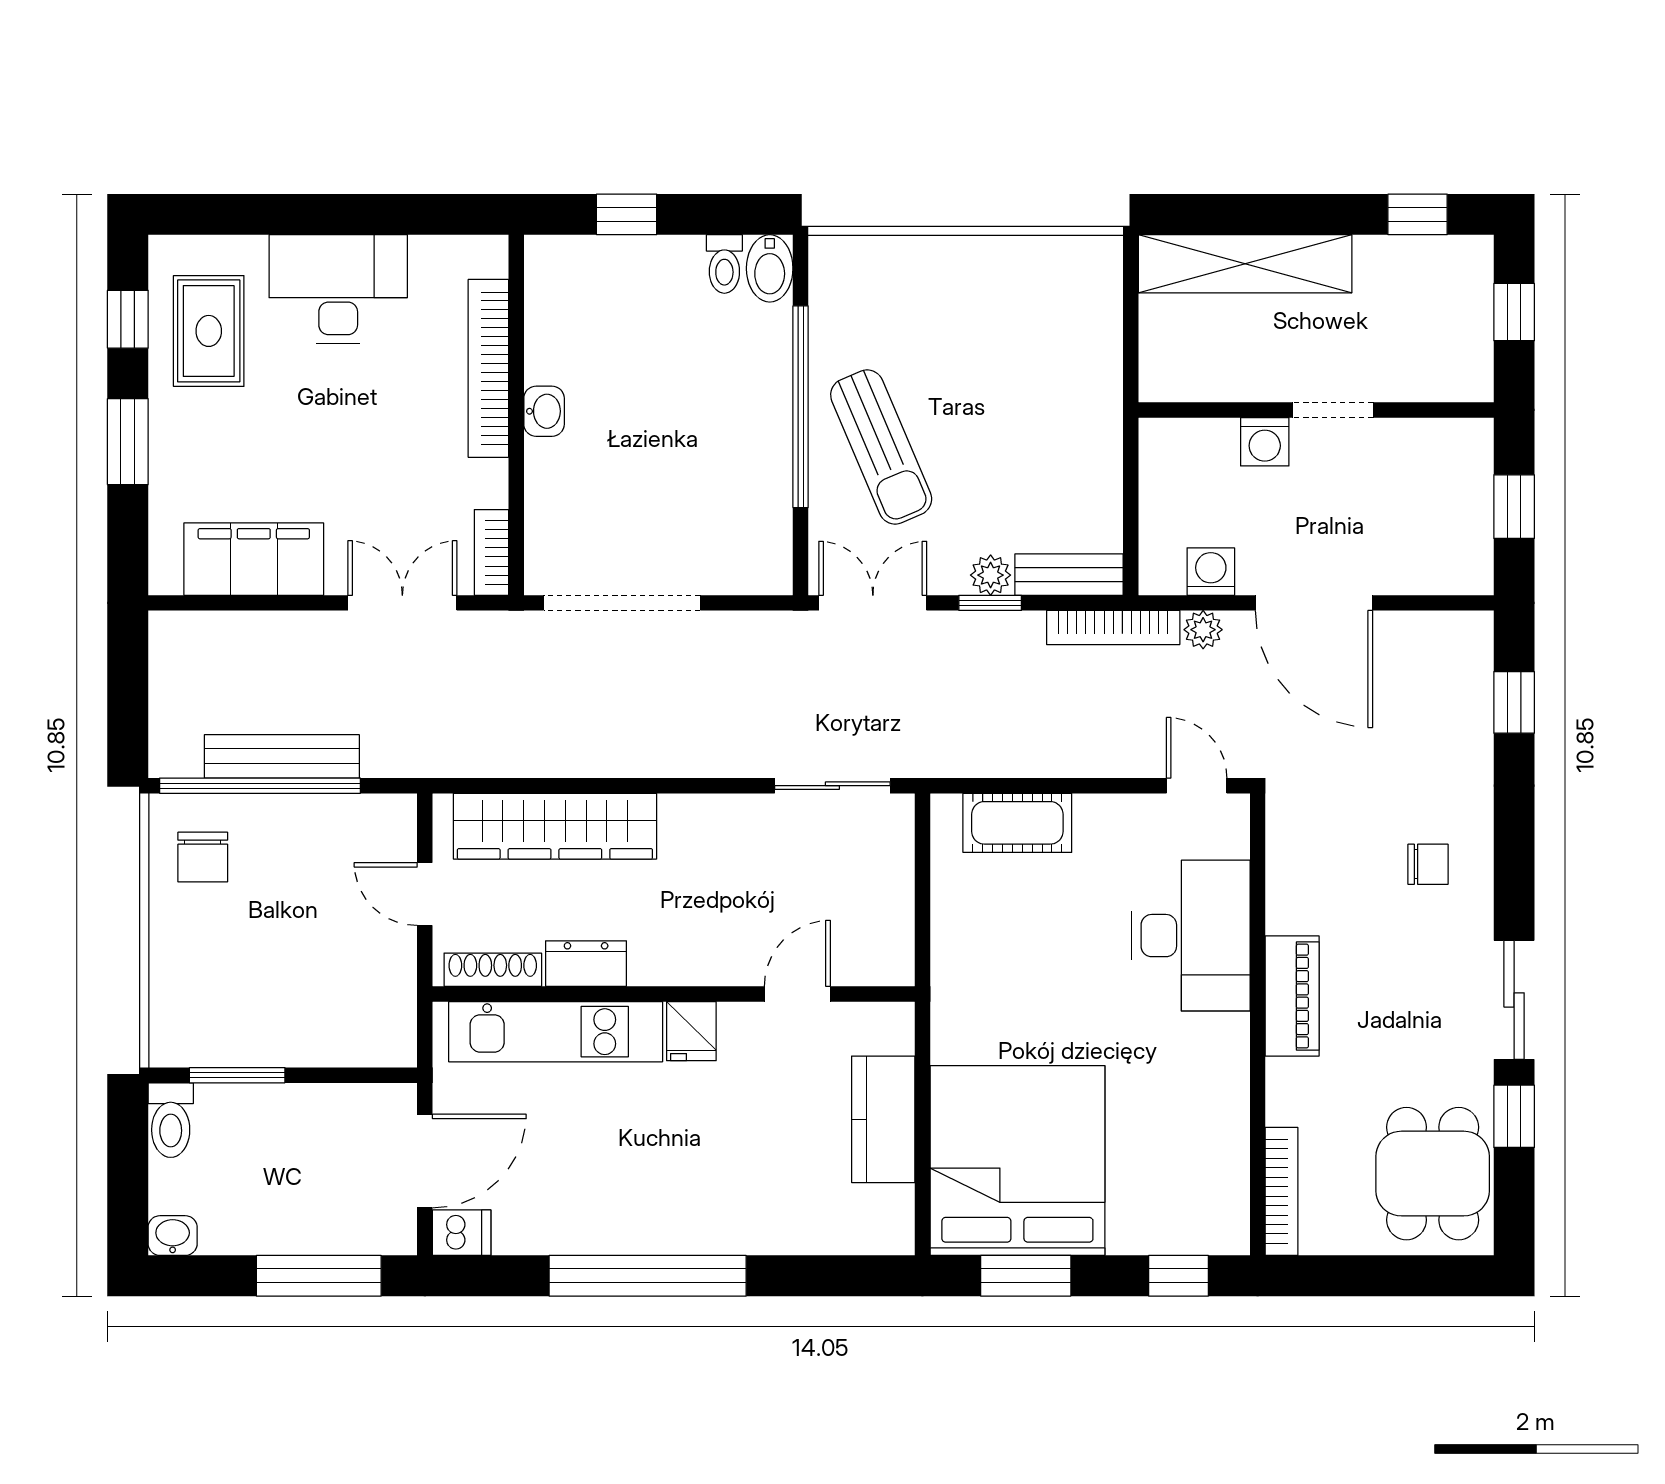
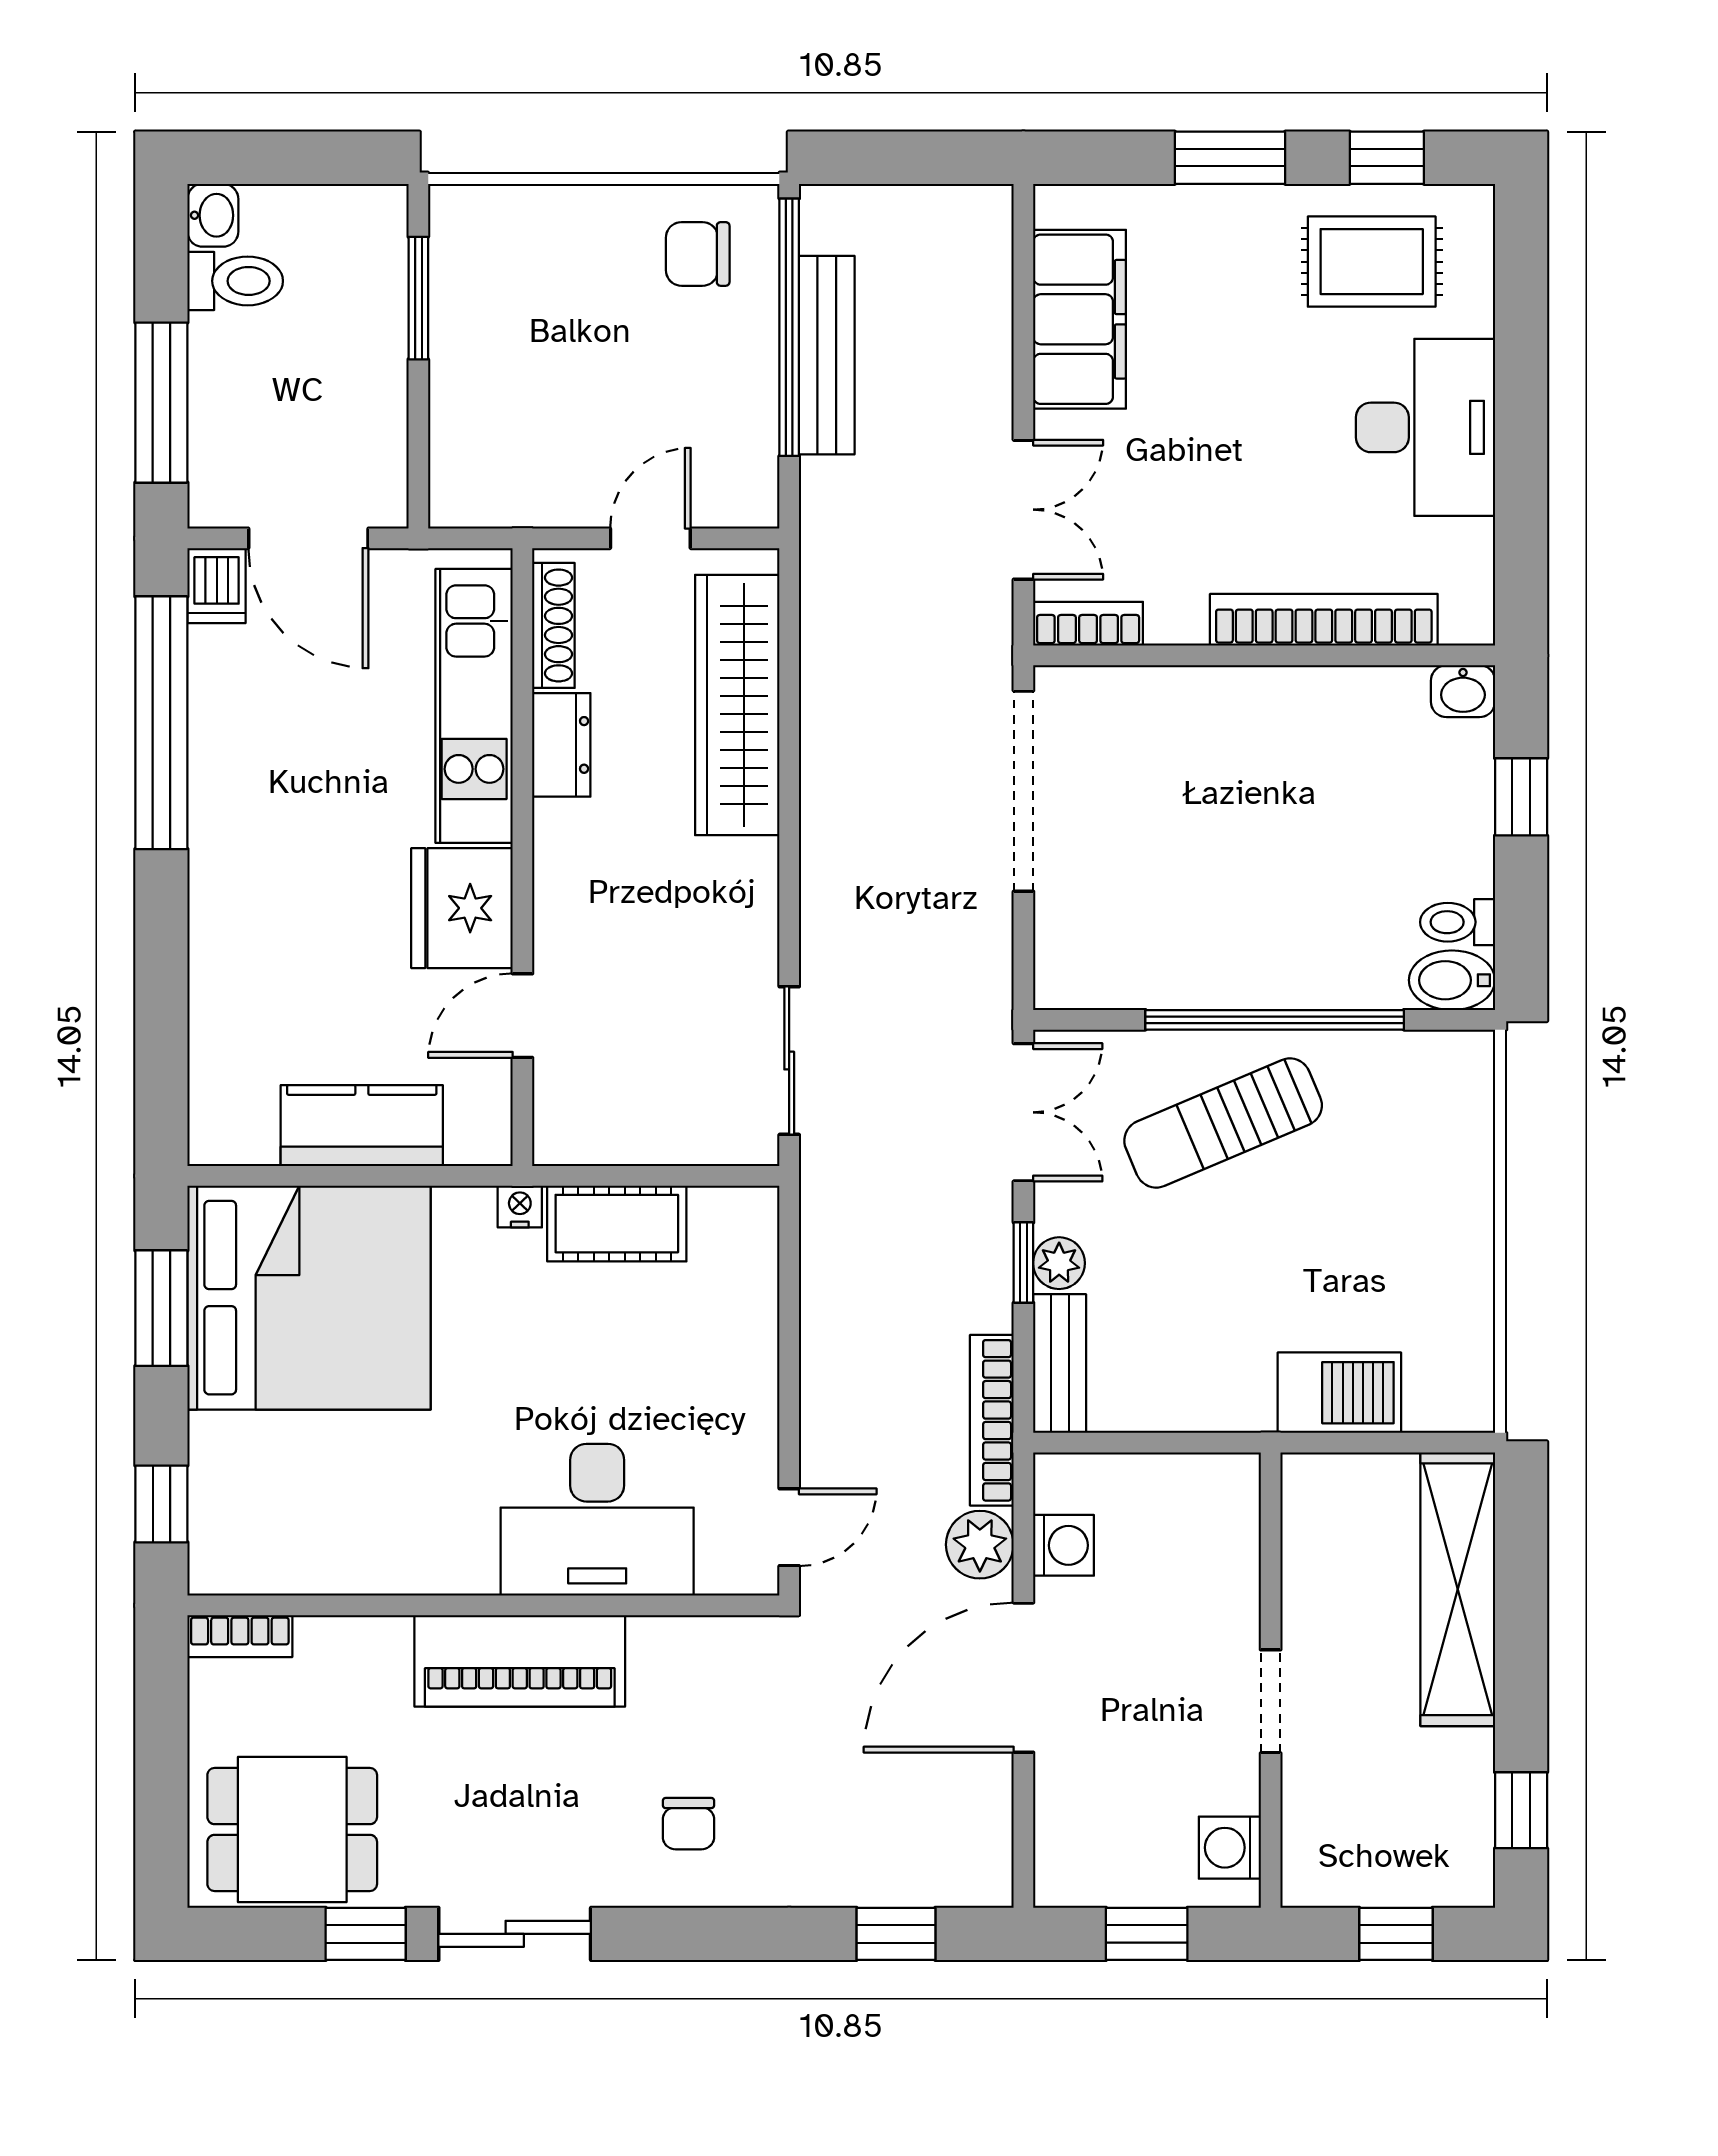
barbecue: (1092, 356) -> (1339, 1393), added
washbasin: (544, 411) -> (1463, 691), moved
washing machine: (1265, 442) -> (1230, 1848), moved
plant: (1203, 630) -> (980, 1545), width x1.38, depth x1.38
cot: (1017, 823) -> (617, 1224), moved, turned 90
door: (797, 994) -> (522, 1016), swing flipped
nightstand: (946, 996) -> (520, 1207), added
piano: (1292, 996) -> (520, 1661), width x1.37, depth x1.33
fridge: (691, 1031) -> (462, 908), width x1.88, depth x1.34
toilet: (171, 1120) -> (235, 281), moved, turned 180
bookcase: (1282, 1191) -> (240, 1636), width x0.64
window: (648, 1276) -> (161, 723), moved

